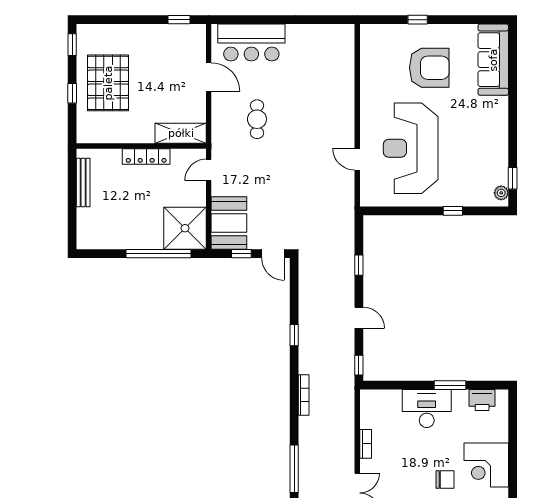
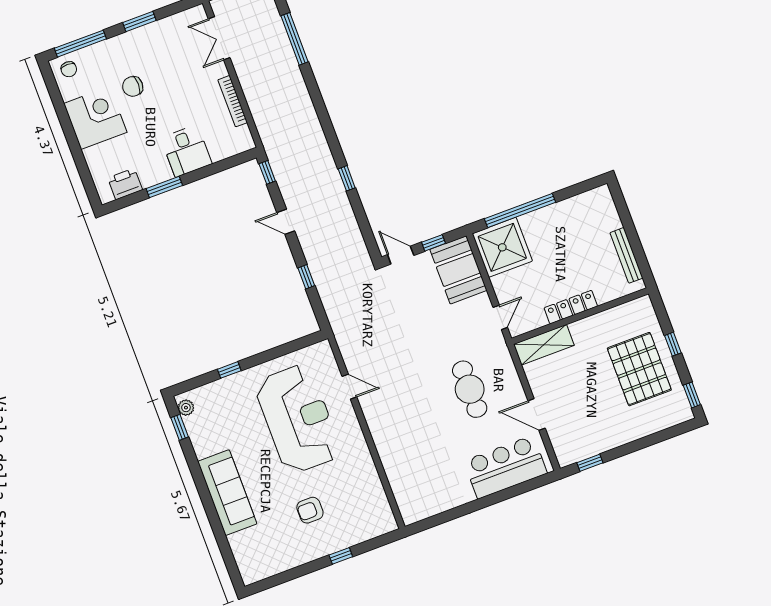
sofa: (493, 60) -> (227, 493), moved
armchair: (429, 68) -> (310, 510), width x0.53, depth x0.53
cafe table: (257, 119) -> (470, 389), width x1.37, depth x1.35
bookcase: (304, 395) -> (313, 120), removed
desk: (427, 409) -> (186, 151), width x0.73
bookcase: (366, 444) -> (233, 101), width x1.56

